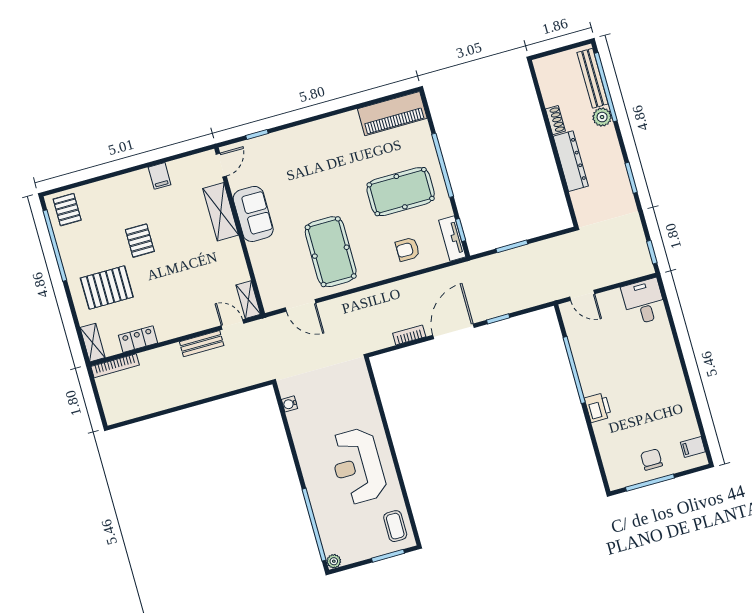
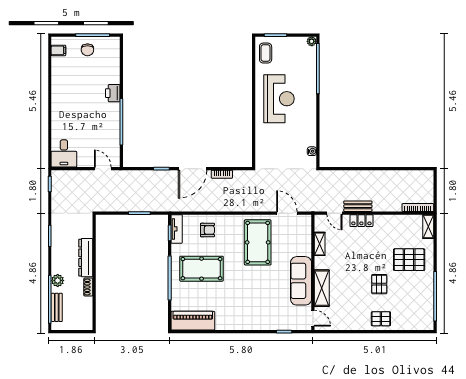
bench: (593, 78) -> (57, 307), width x0.73
door: (221, 165) -> (313, 318), swing flipped
filing cabinet: (160, 176) -> (355, 322), removed
pallet: (67, 210) -> (381, 319), moved, turned 90
sofa: (253, 214) -> (301, 281), width x1.36
shelving: (248, 300) -> (320, 244), moved
locker: (138, 339) -> (361, 221), moved

